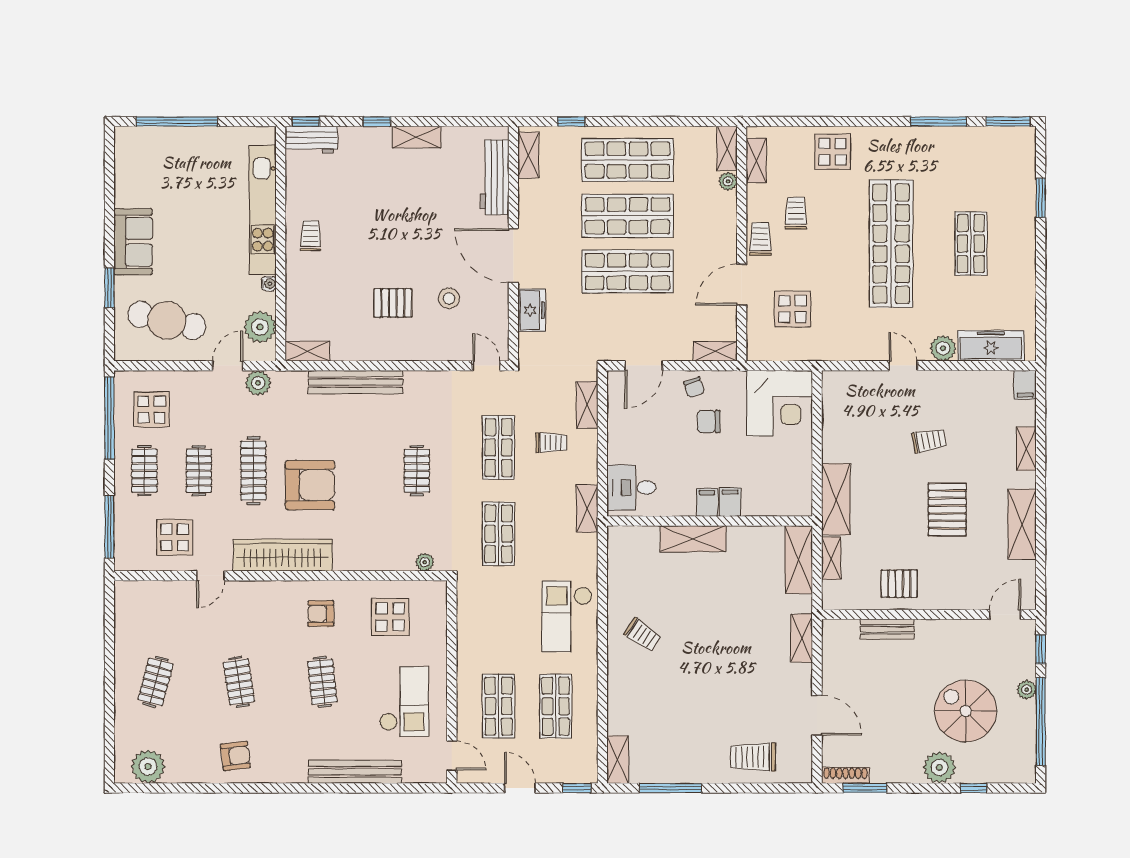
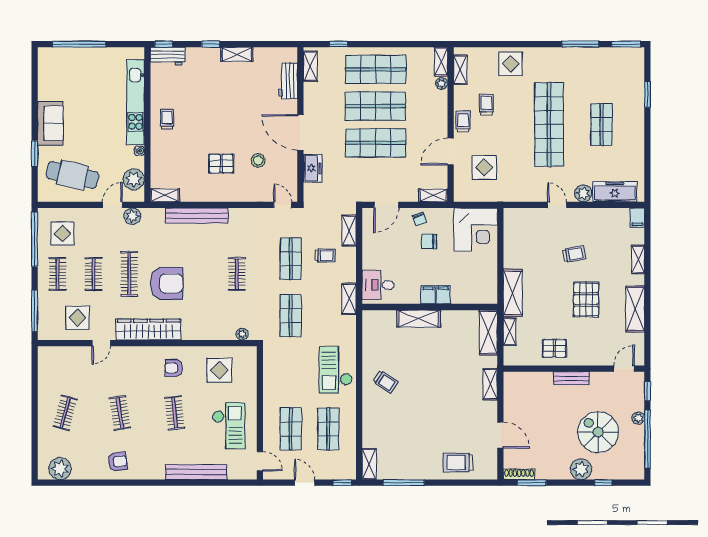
workbench: (495, 177) -> (288, 81), width x0.73
bench: (887, 629) -> (571, 378), moved

